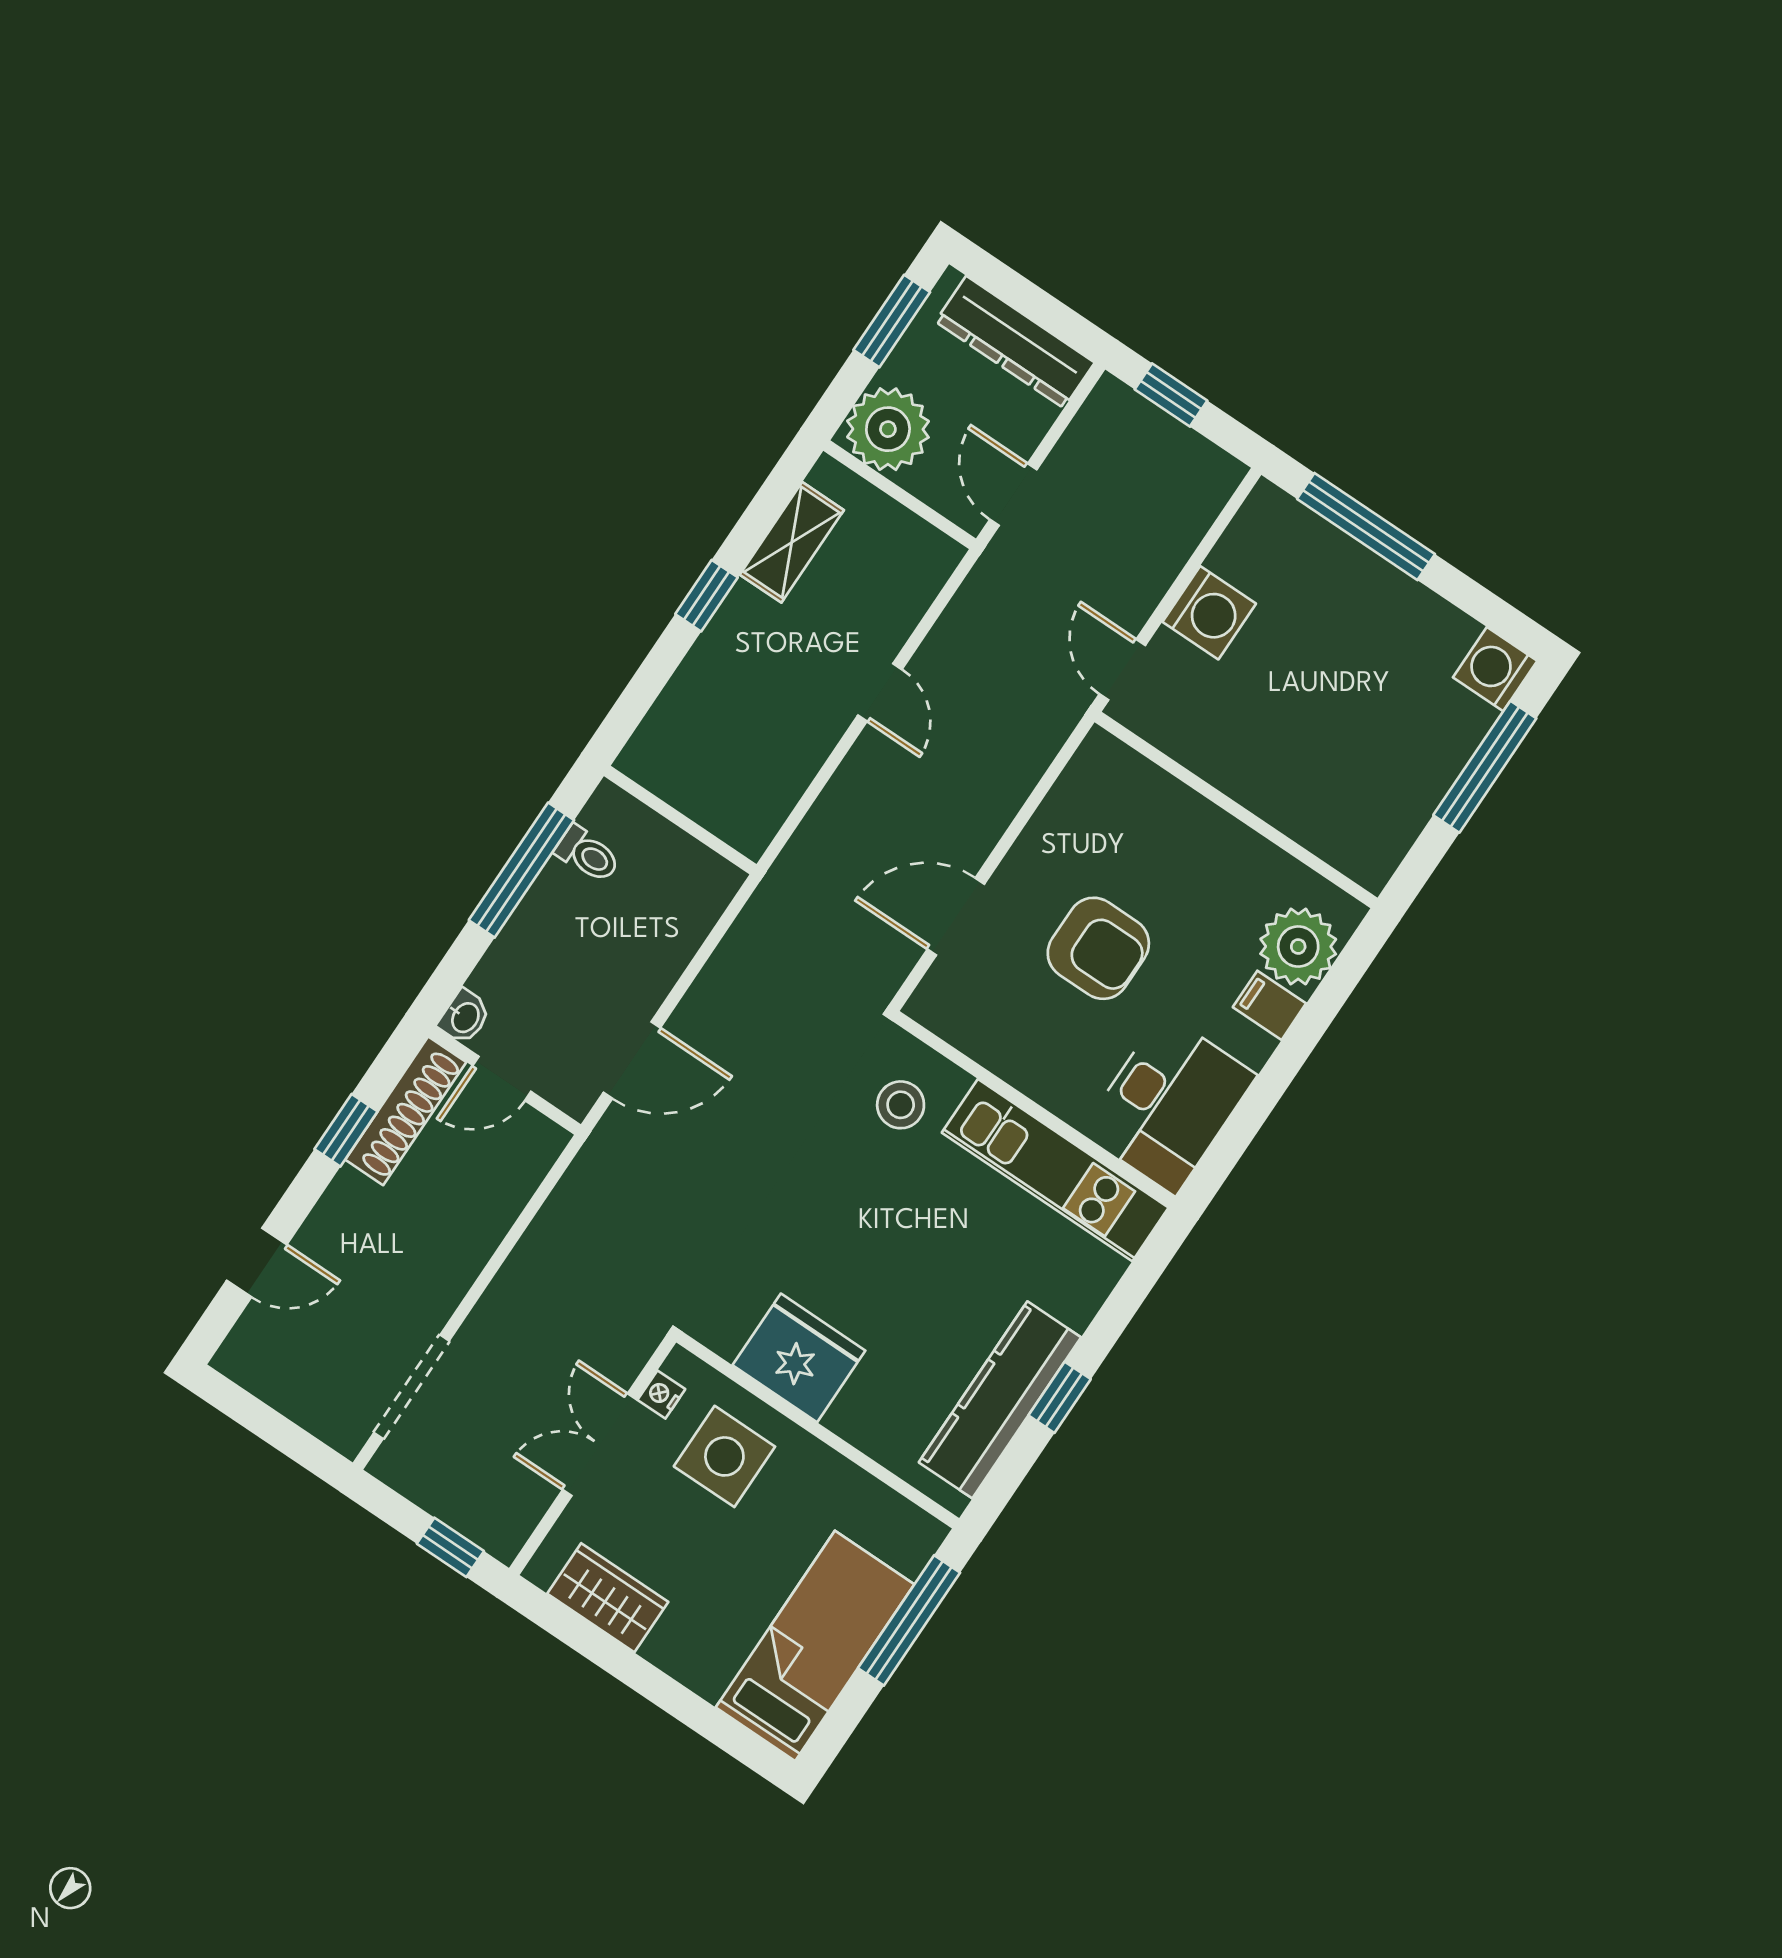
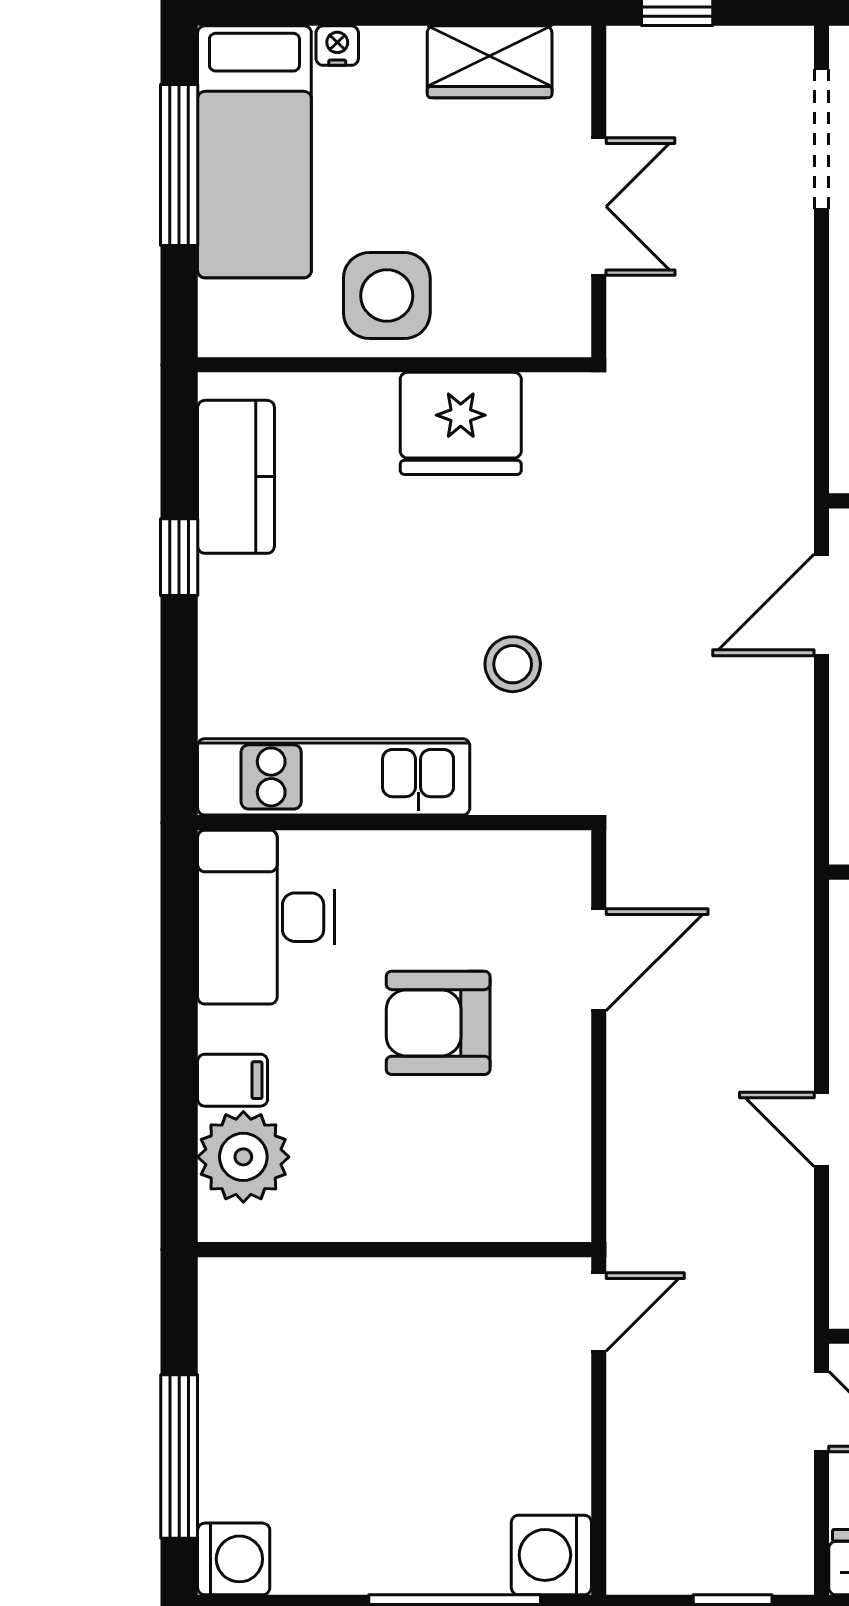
washing machine: (1209, 613) -> (551, 1555), moved
door: (1122, 670) -> (599, 1312), hinge flipped
stool: (901, 1105) -> (513, 664), moved
nightstand: (661, 1394) -> (337, 46), moved, turned -90
kitchen counter: (1000, 1400) -> (236, 477), width x0.67
side table: (724, 1456) -> (387, 296), moved
window: (909, 1620) -> (179, 165), moved

